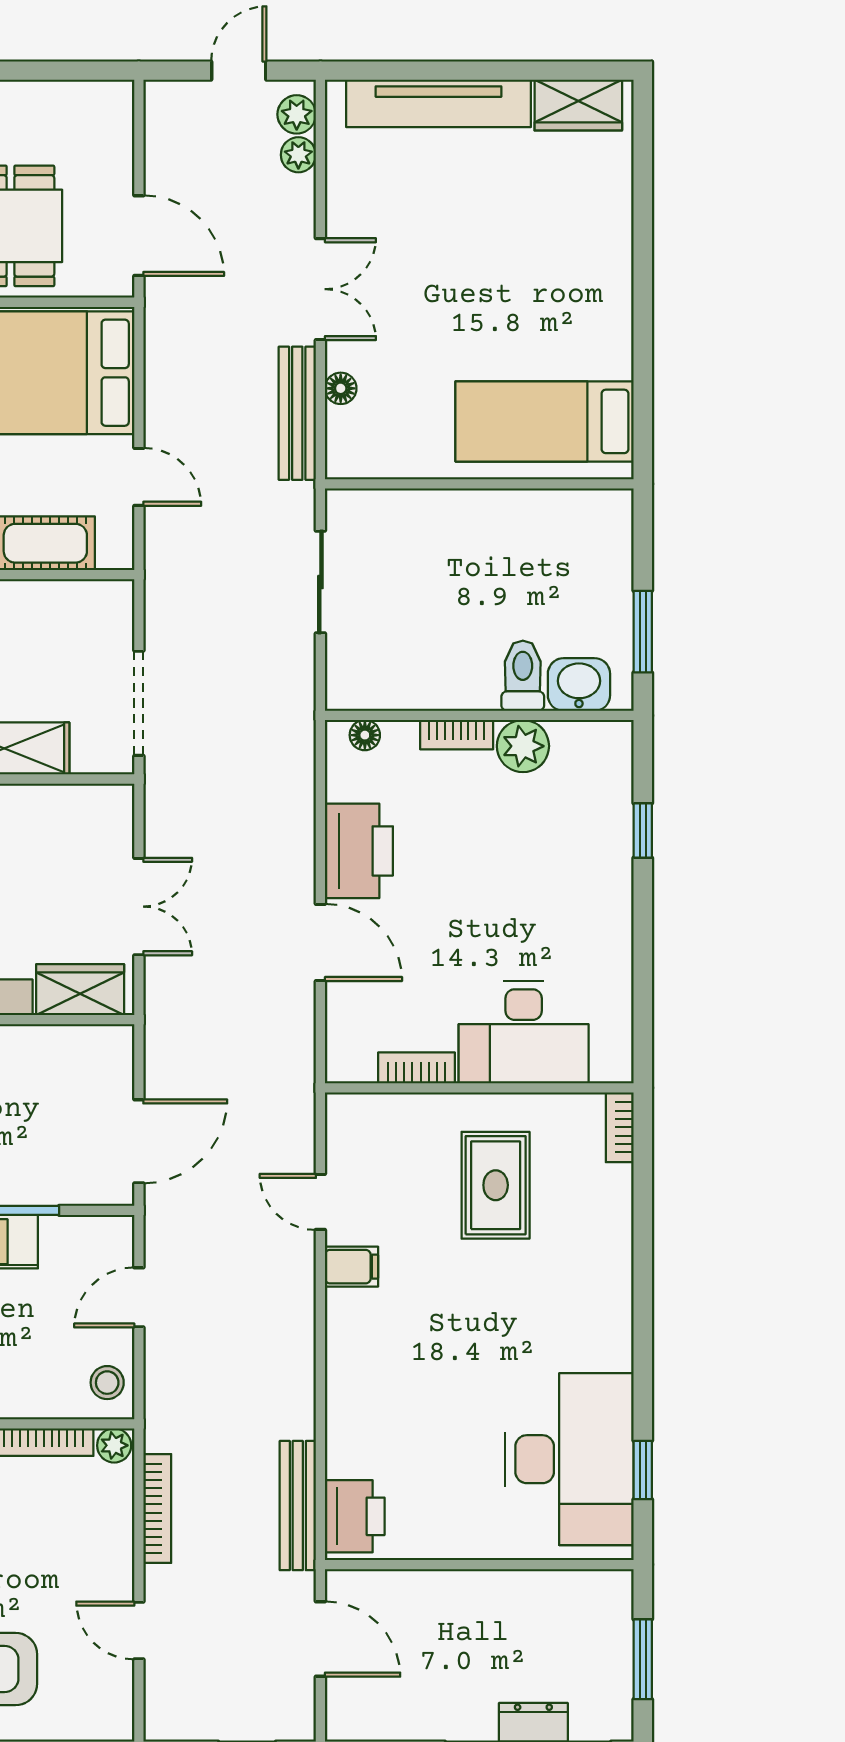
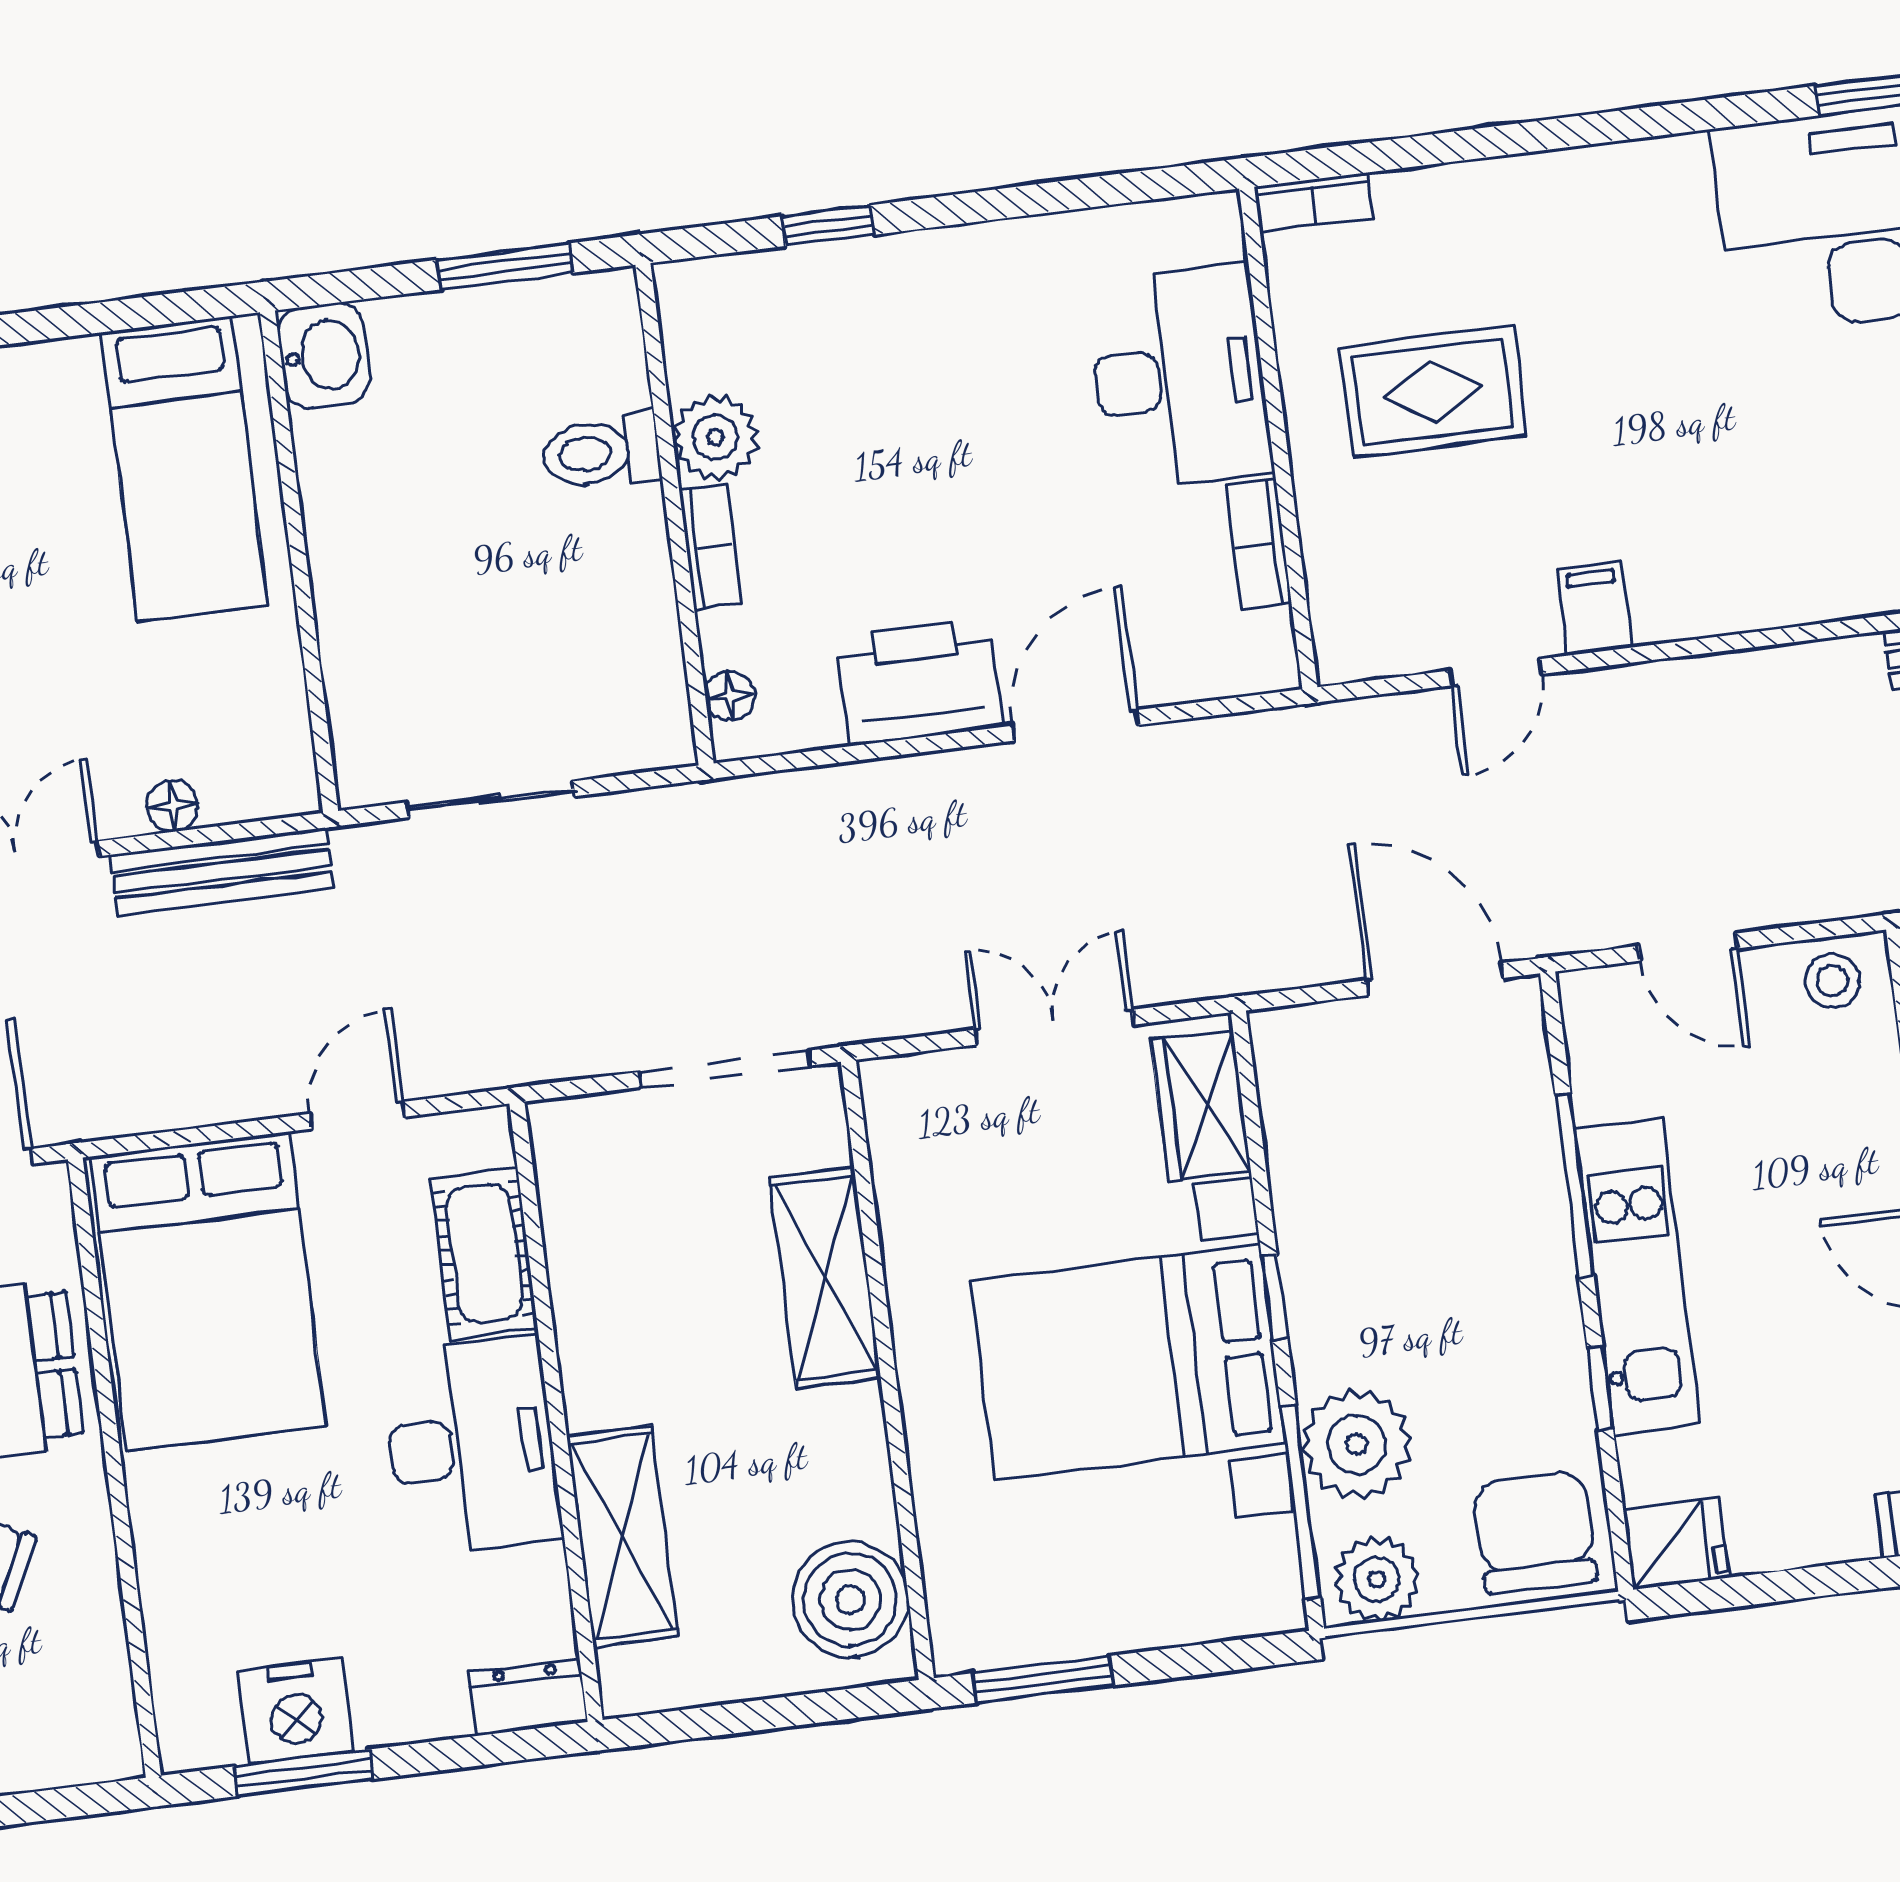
washbasin: (579, 685) -> (324, 356), moved, turned 180

